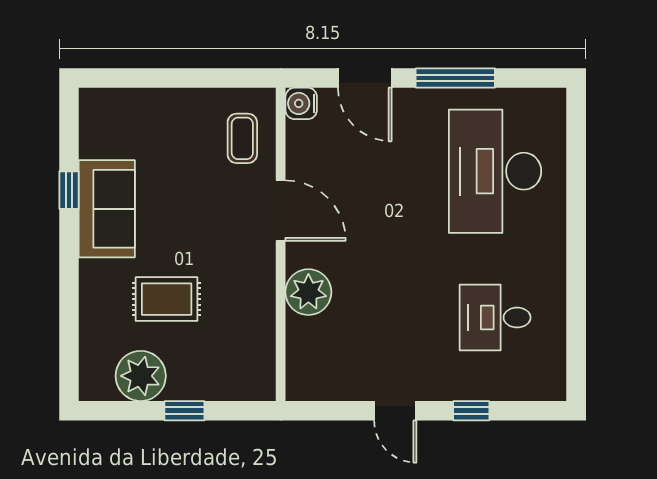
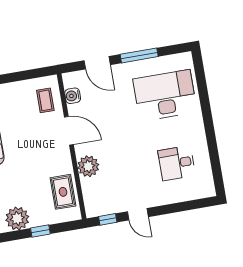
water cooler: (301, 103) -> (73, 96), moved
desk: (495, 171) -> (165, 95), turned 90
rug: (167, 299) -> (63, 192), moved, turned 90
window: (471, 411) -> (108, 219), moved

